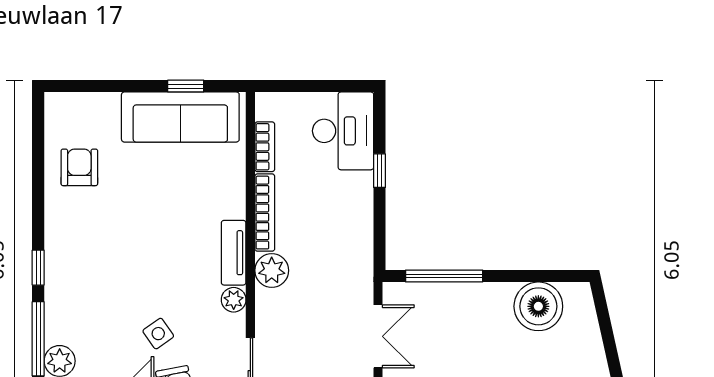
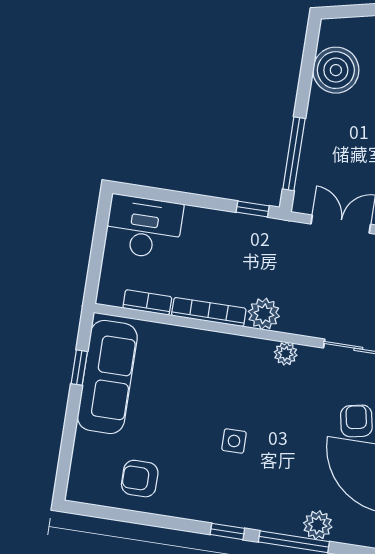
window: (380, 171) -> (253, 209), moved
tv unit: (234, 253) -> (242, 347), removed
side table: (158, 334) -> (234, 441), moved, turned 35

